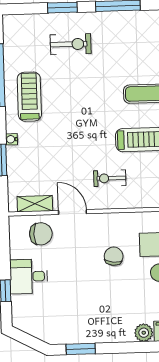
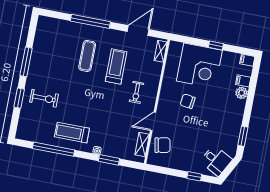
exercise bike: (71, 44) -> (44, 98), turned 90
chair: (41, 234) -> (163, 145), turned 79
desk: (29, 276) -> (216, 161), moved, turned -62

